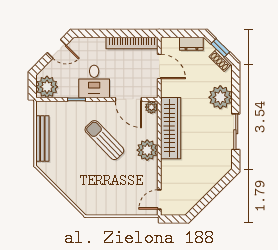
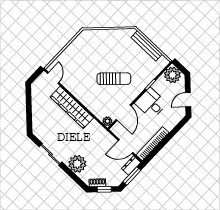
window: (182, 33) -> (132, 176), added
dresser: (191, 44) -> (131, 166), moved
door: (128, 99) -> (124, 113), swing flipped
wardrobe: (171, 128) -> (72, 107), moved
plant: (147, 150) -> (86, 97), removed

